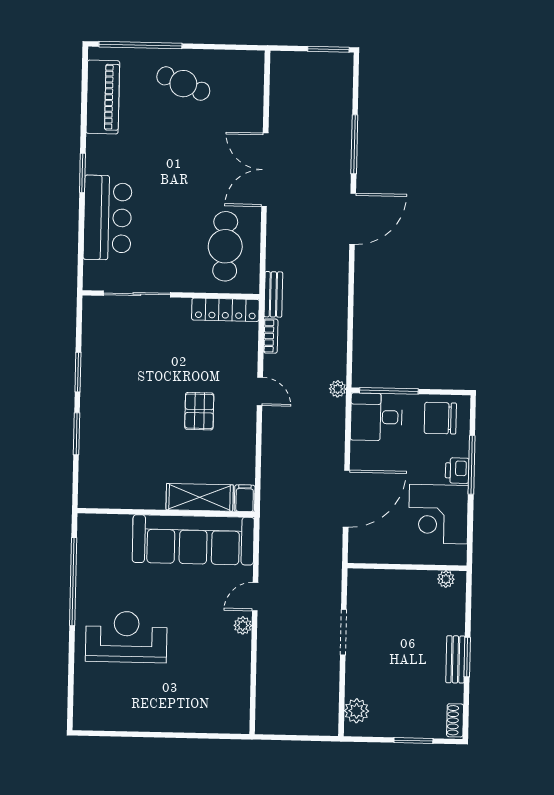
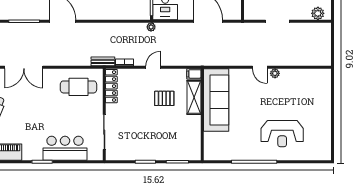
double door: (265, 170) -> (24, 67), moved
shelving: (200, 497) -> (194, 97), moved
filing cabinet: (245, 498) -> (194, 74), moved
wall: (166, 513) -> (202, 115), moved
sofa: (193, 540) -> (216, 100), moved
reception desk: (126, 637) -> (282, 134), turned -90

